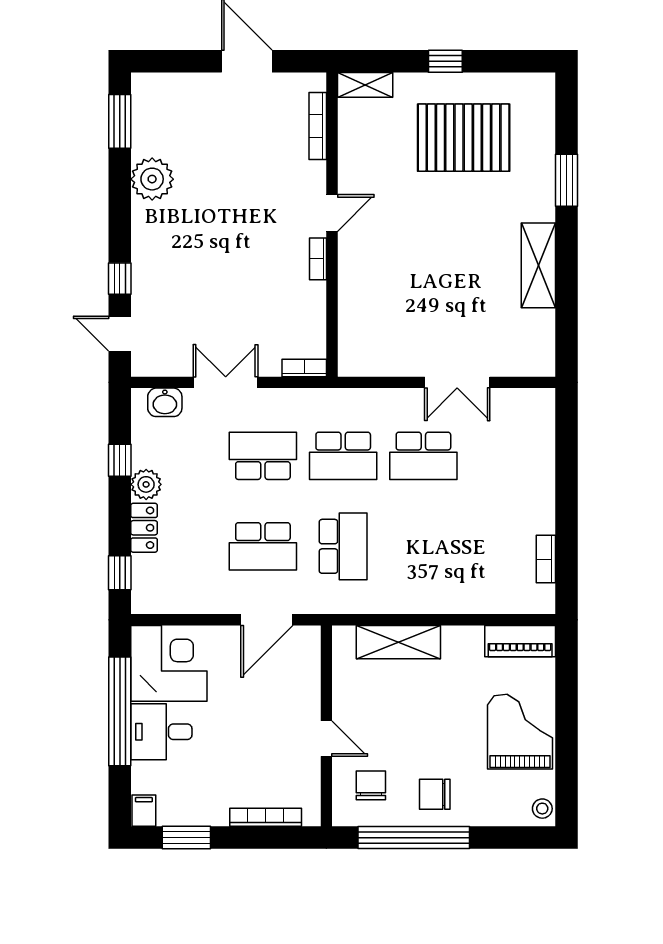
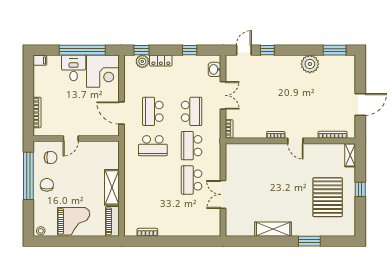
plant: (146, 484) -> (142, 61), moved
shelving: (398, 642) -> (112, 187), moved
window: (186, 838) -> (28, 79), removed

